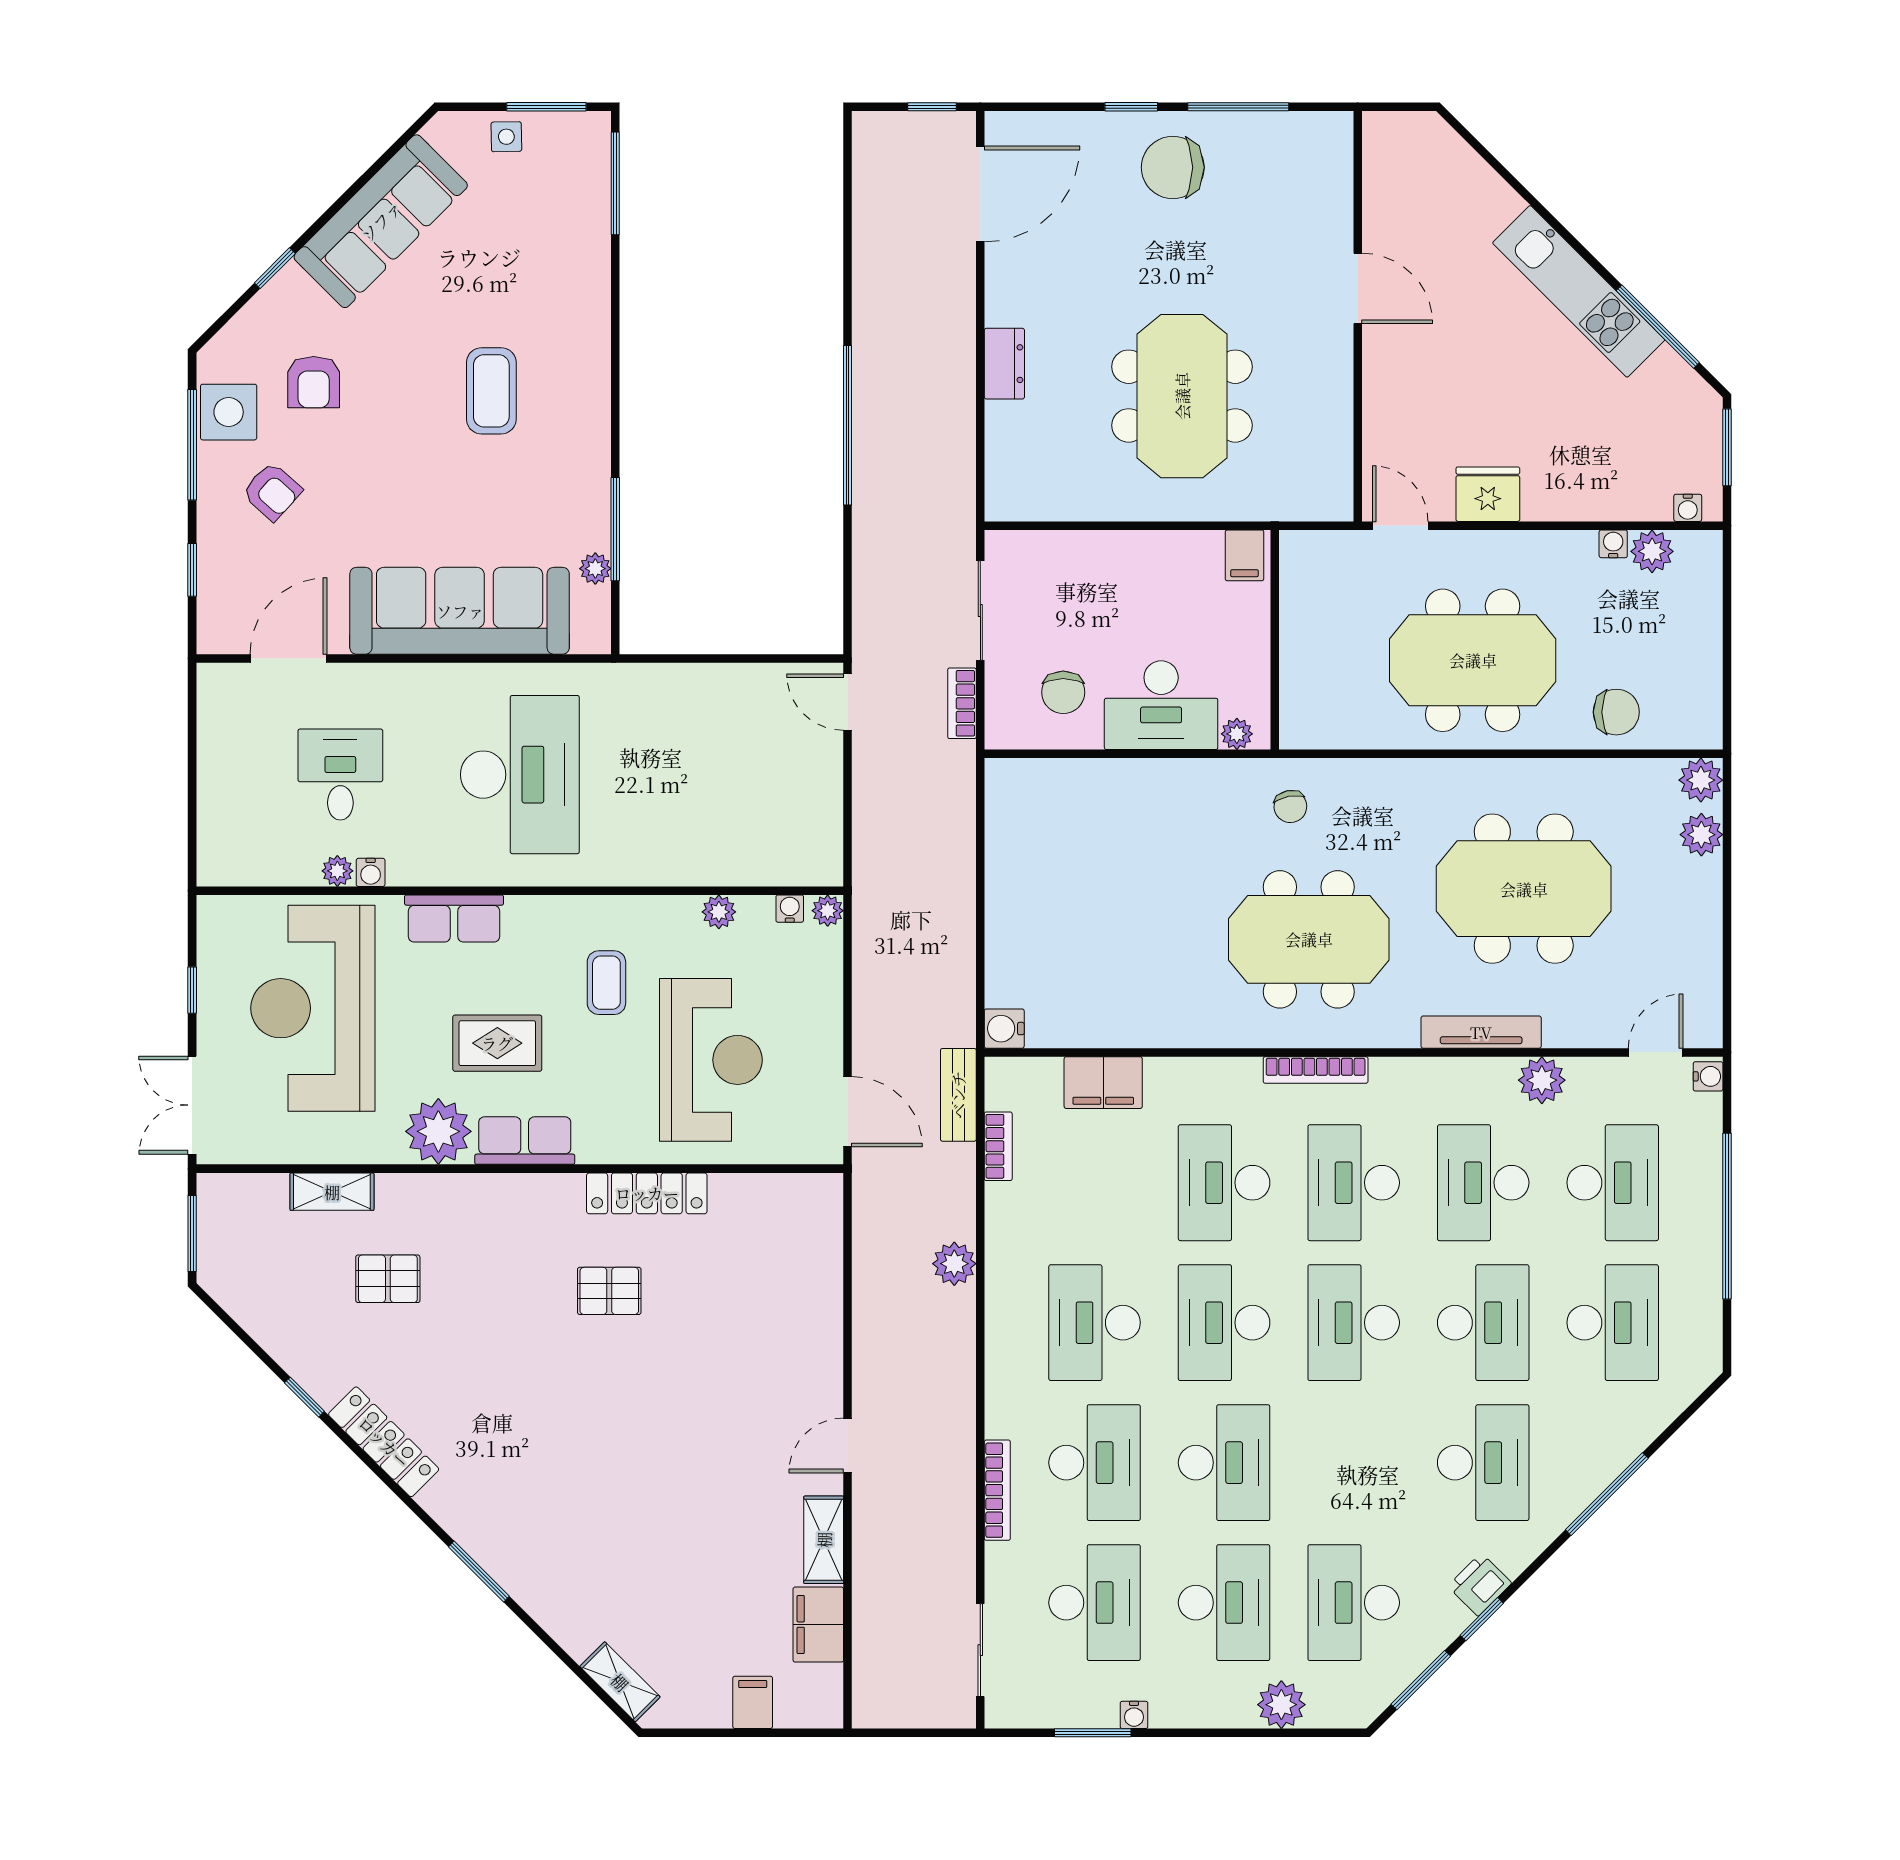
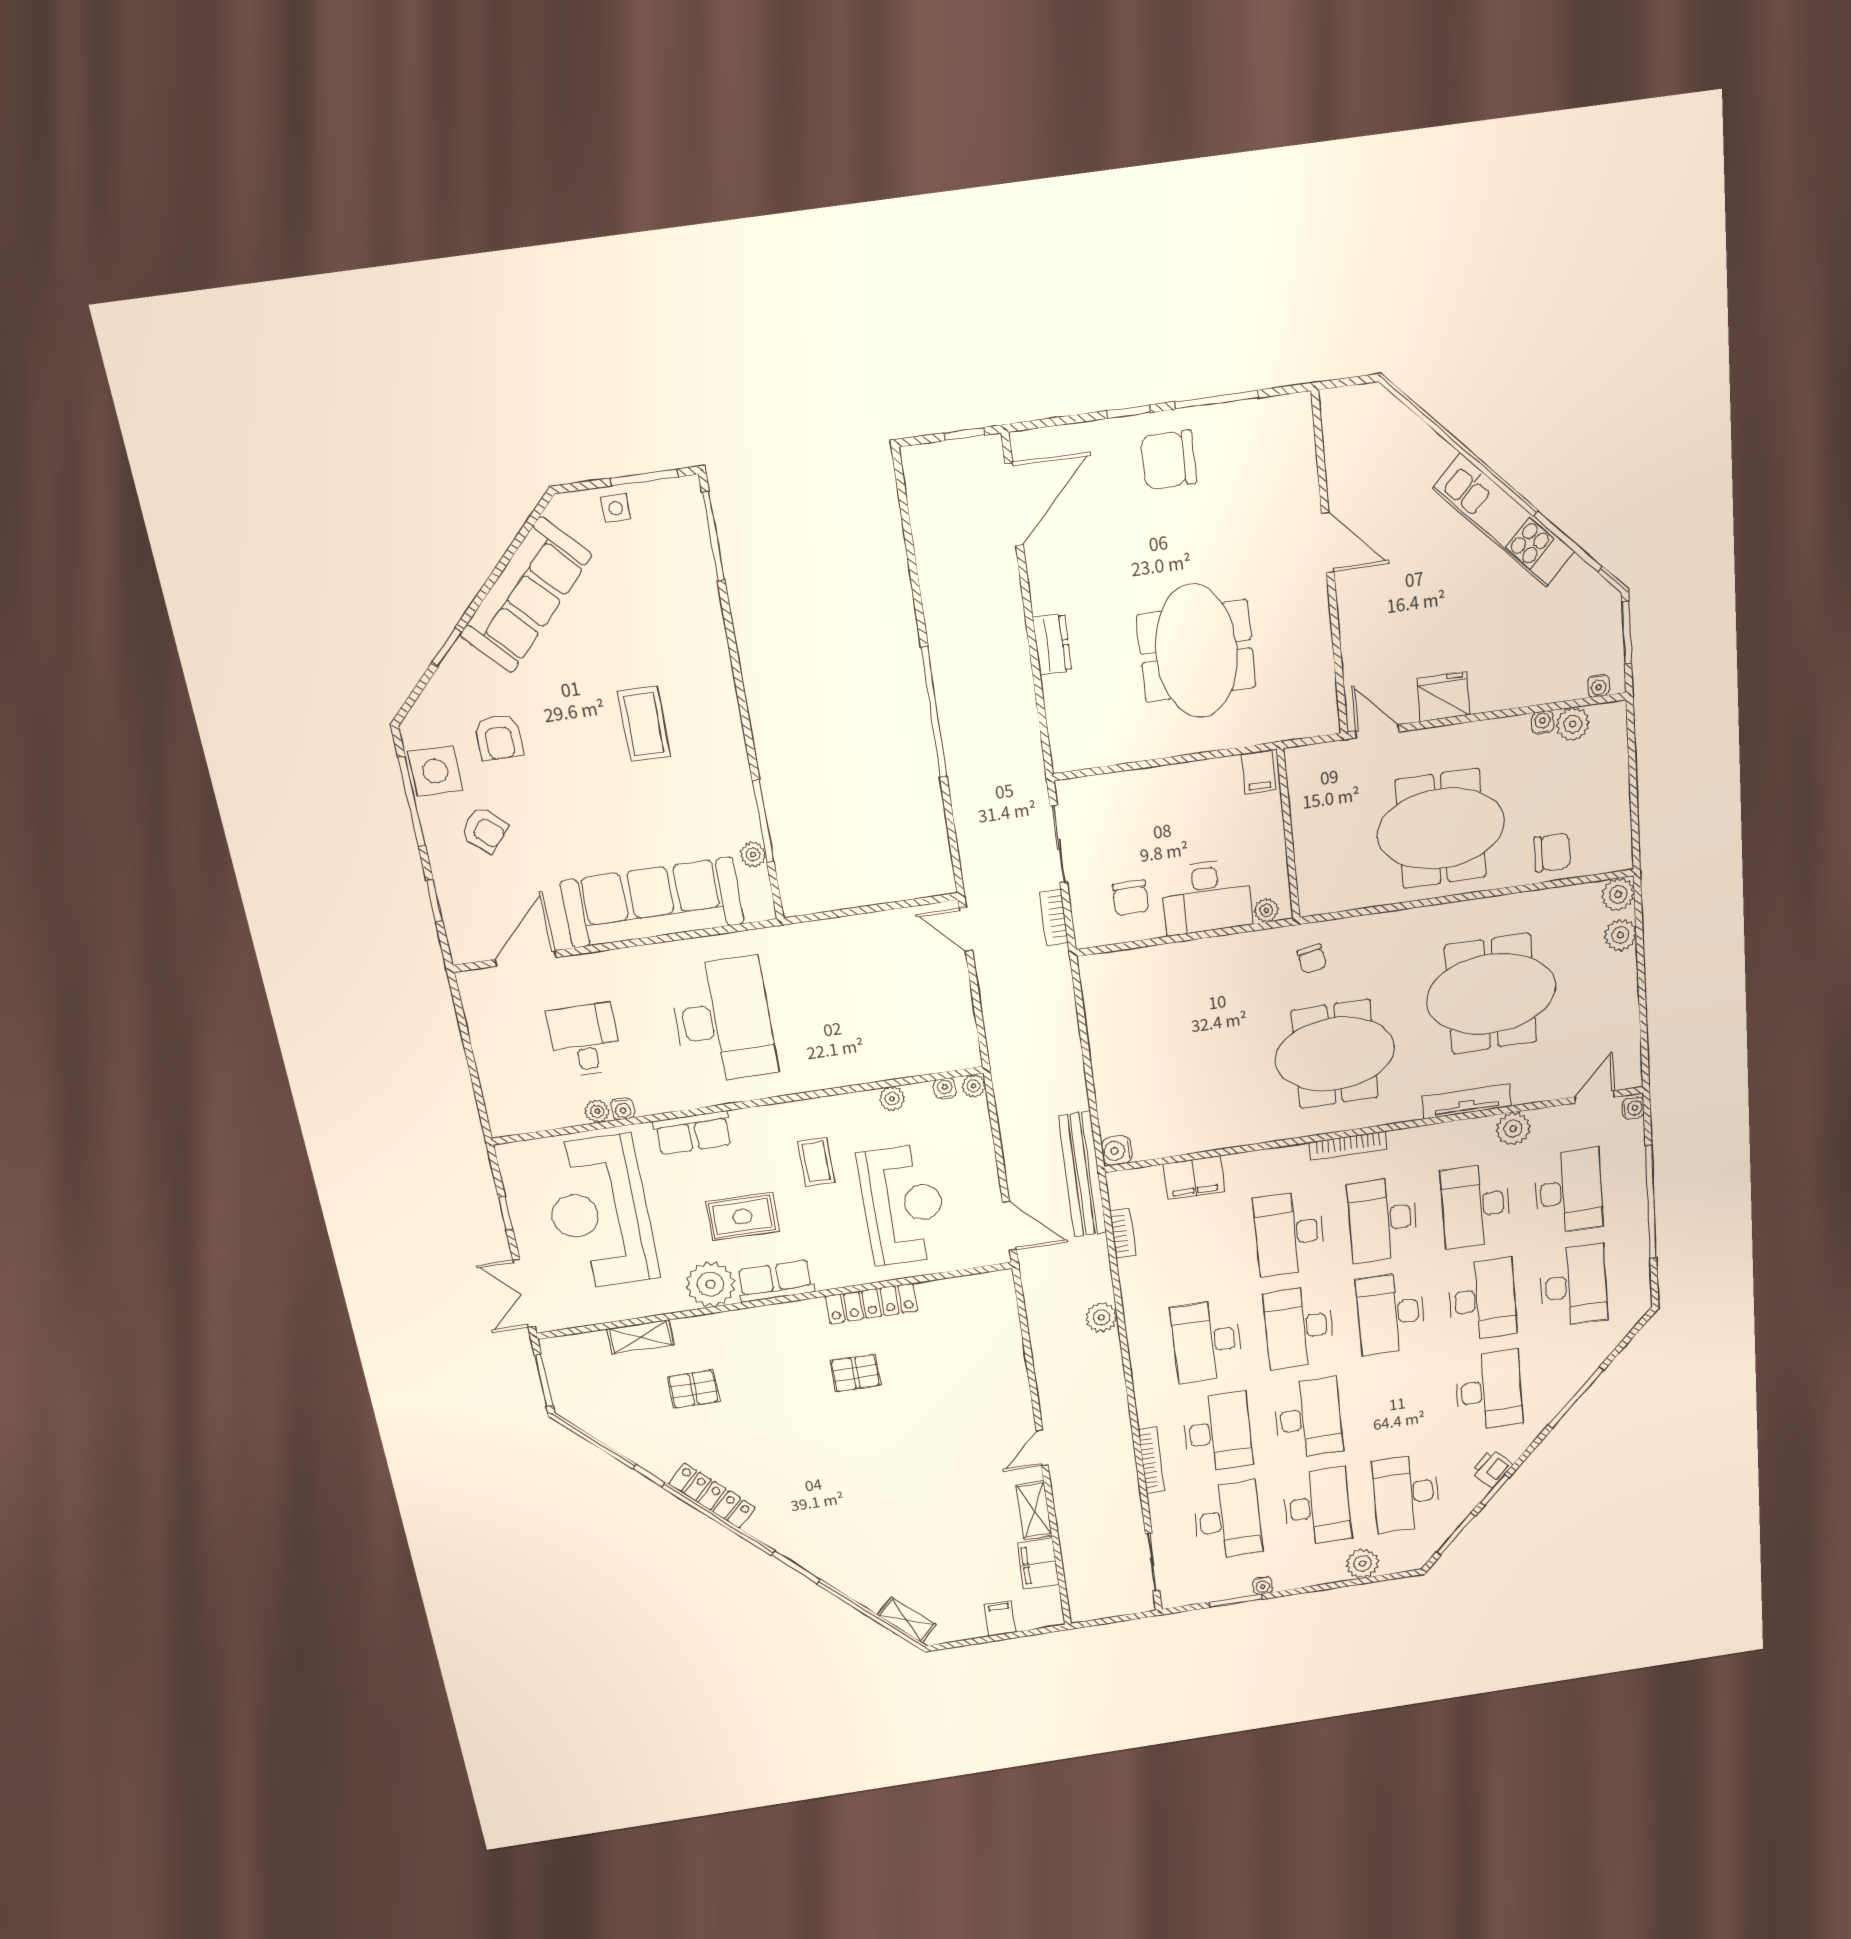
bench: (958, 1095) -> (1083, 1174), width x1.86, depth x1.21

